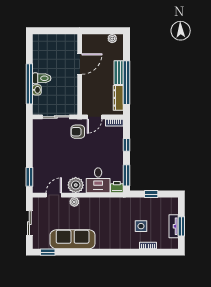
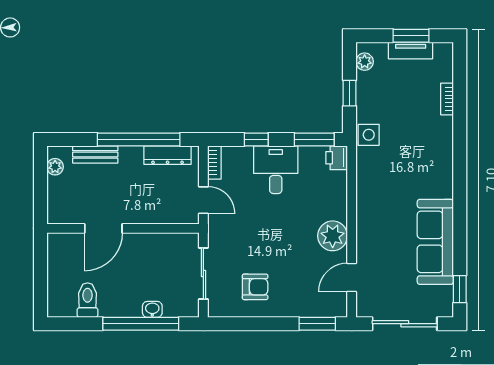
door: (80, 64) -> (103, 228), swing flipped
bench: (119, 73) -> (95, 154), moved
toilet: (42, 78) -> (88, 300), moved
armchair: (78, 132) -> (255, 287), moved, turned -90
desk: (98, 180) -> (276, 170), moved, turned -90
door: (54, 195) -> (352, 277), hinge flipped
plant: (74, 202) -> (365, 62), moved
sliding door: (29, 223) -> (405, 324), width x1.37
side table: (141, 226) -> (369, 135), moved

